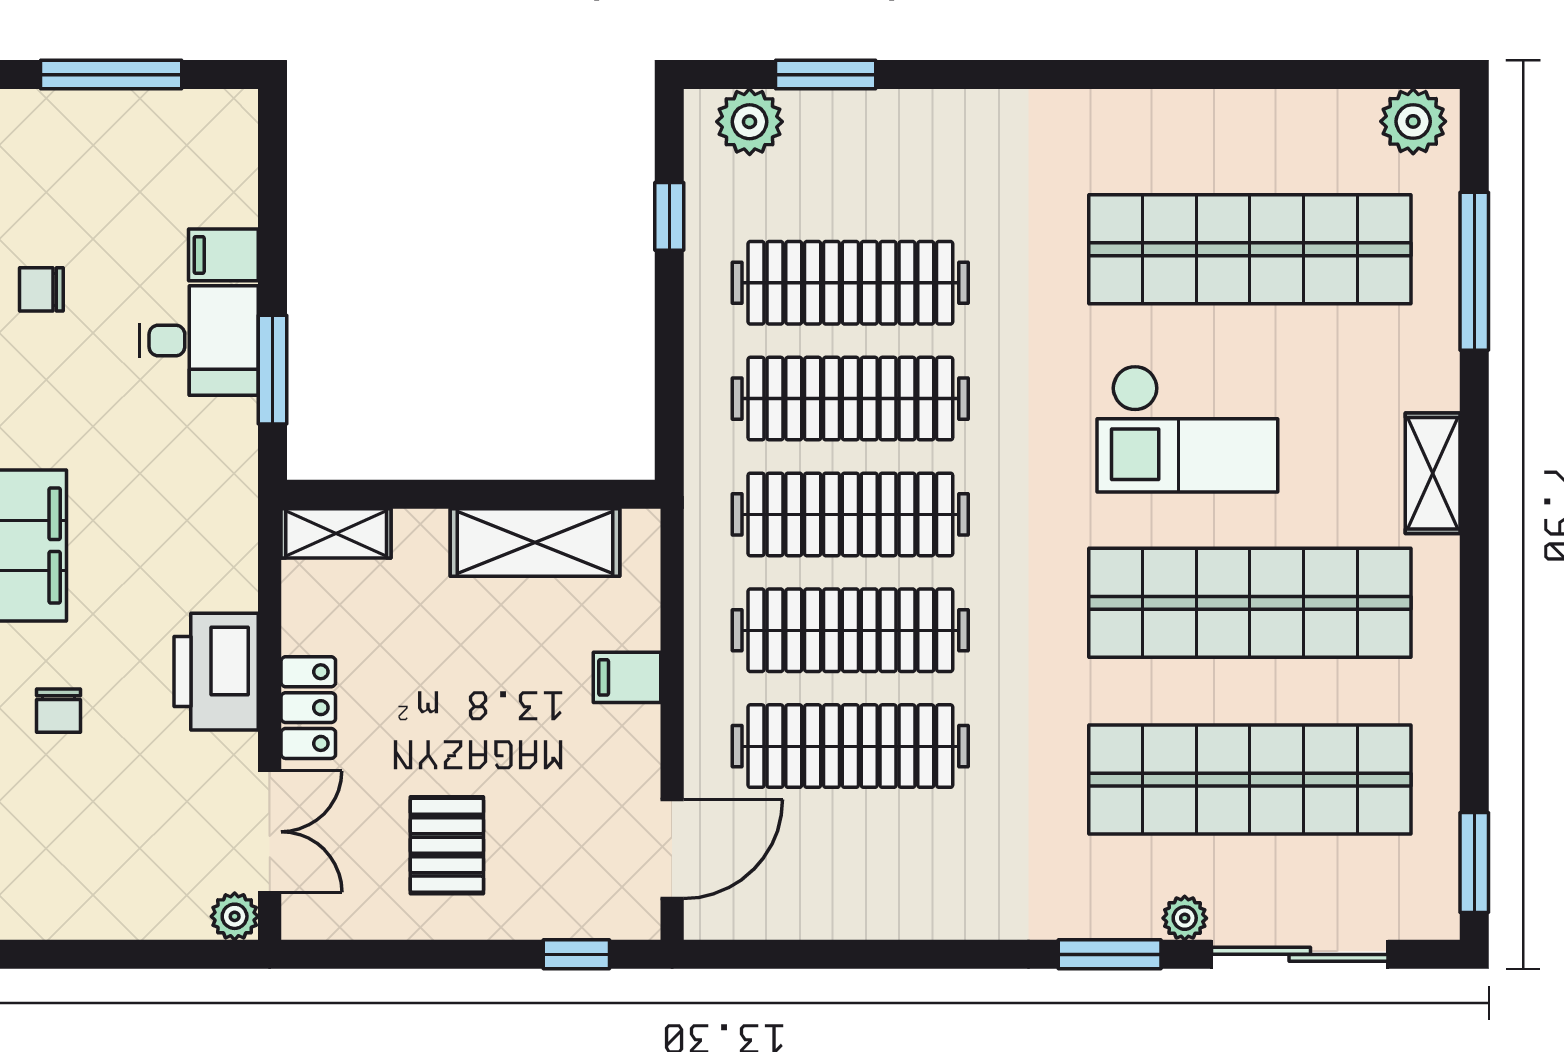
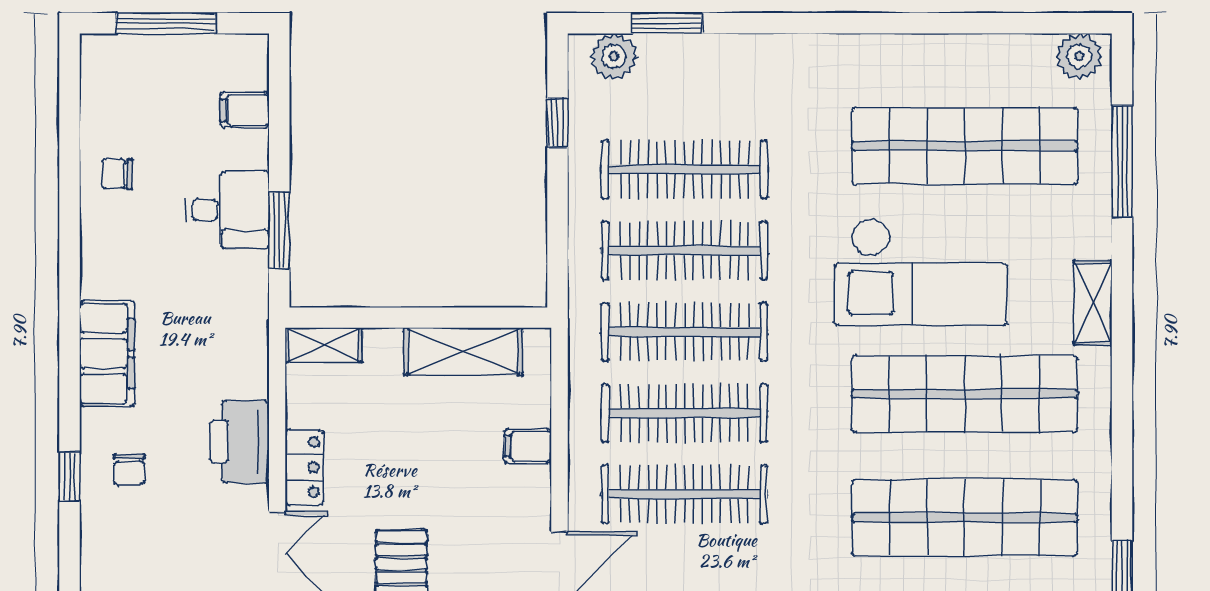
filing cabinet: (223, 255) -> (245, 110), moved
checkout: (1187, 429) -> (921, 272), width x1.36, depth x1.21

